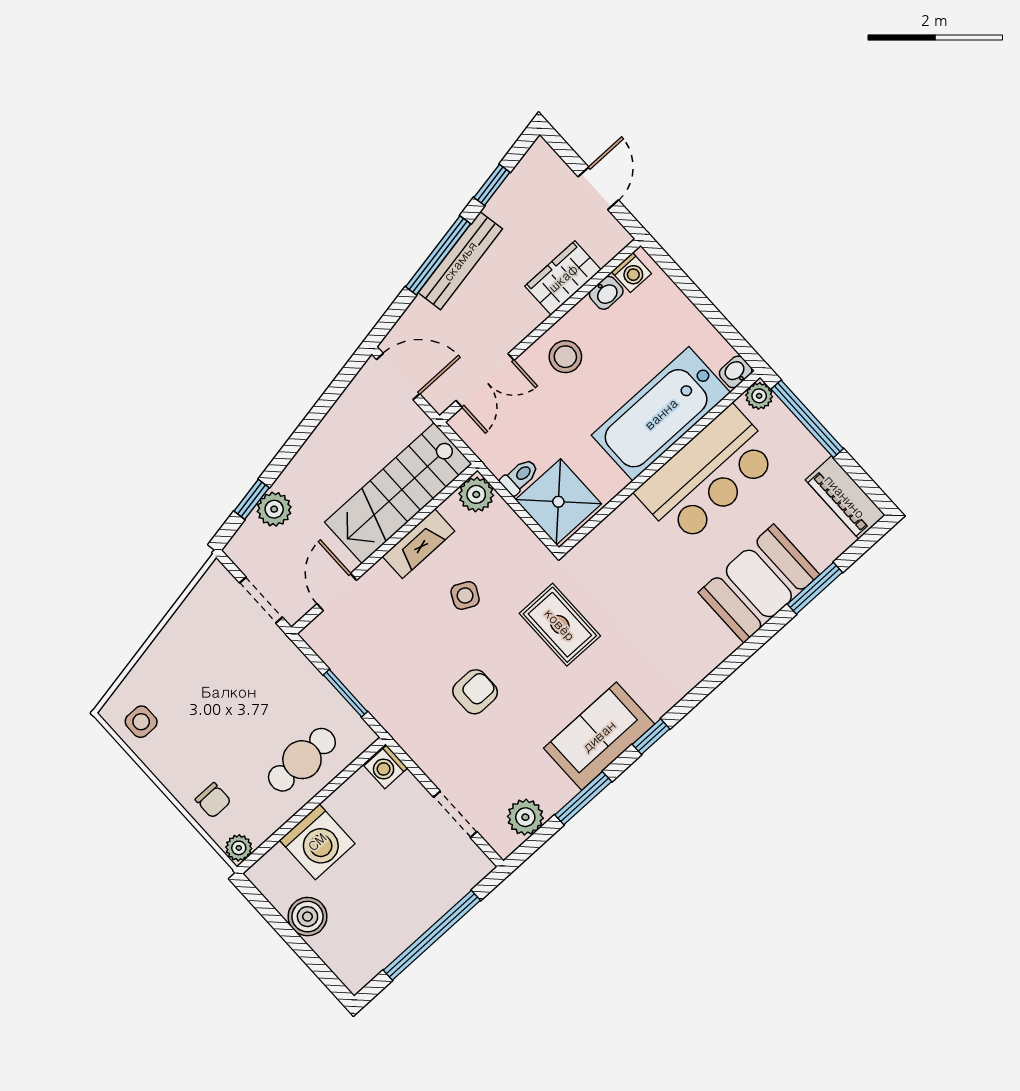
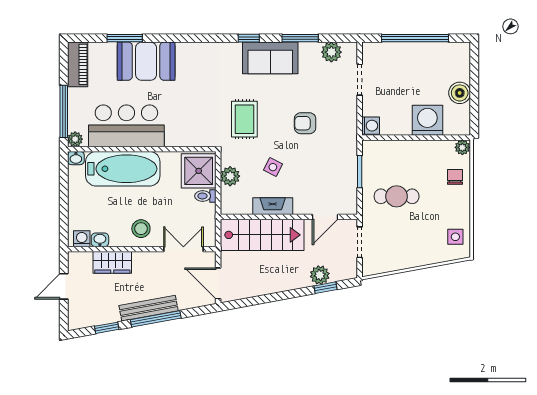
plant: (476, 494) -> (230, 176), moved
cafe table: (302, 760) -> (397, 196), moved

